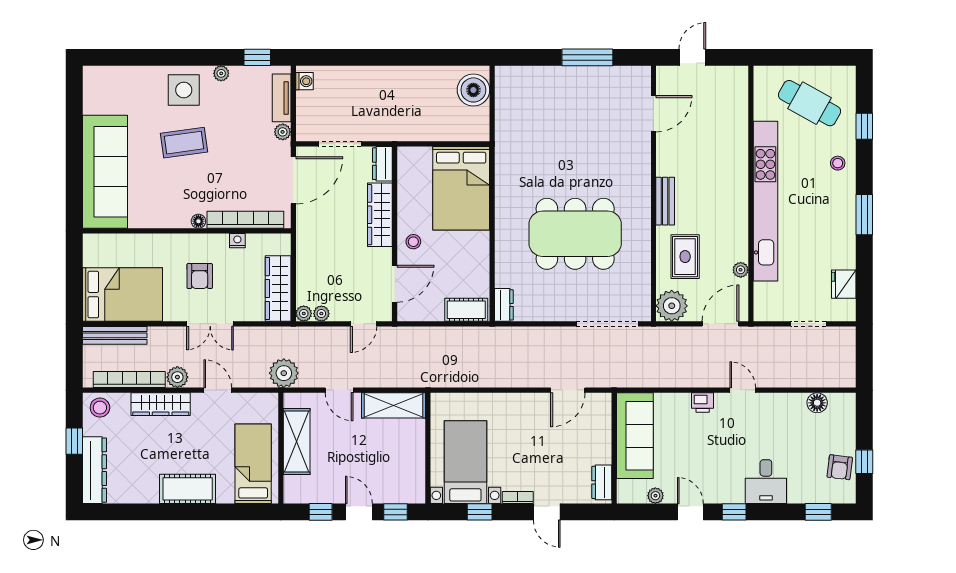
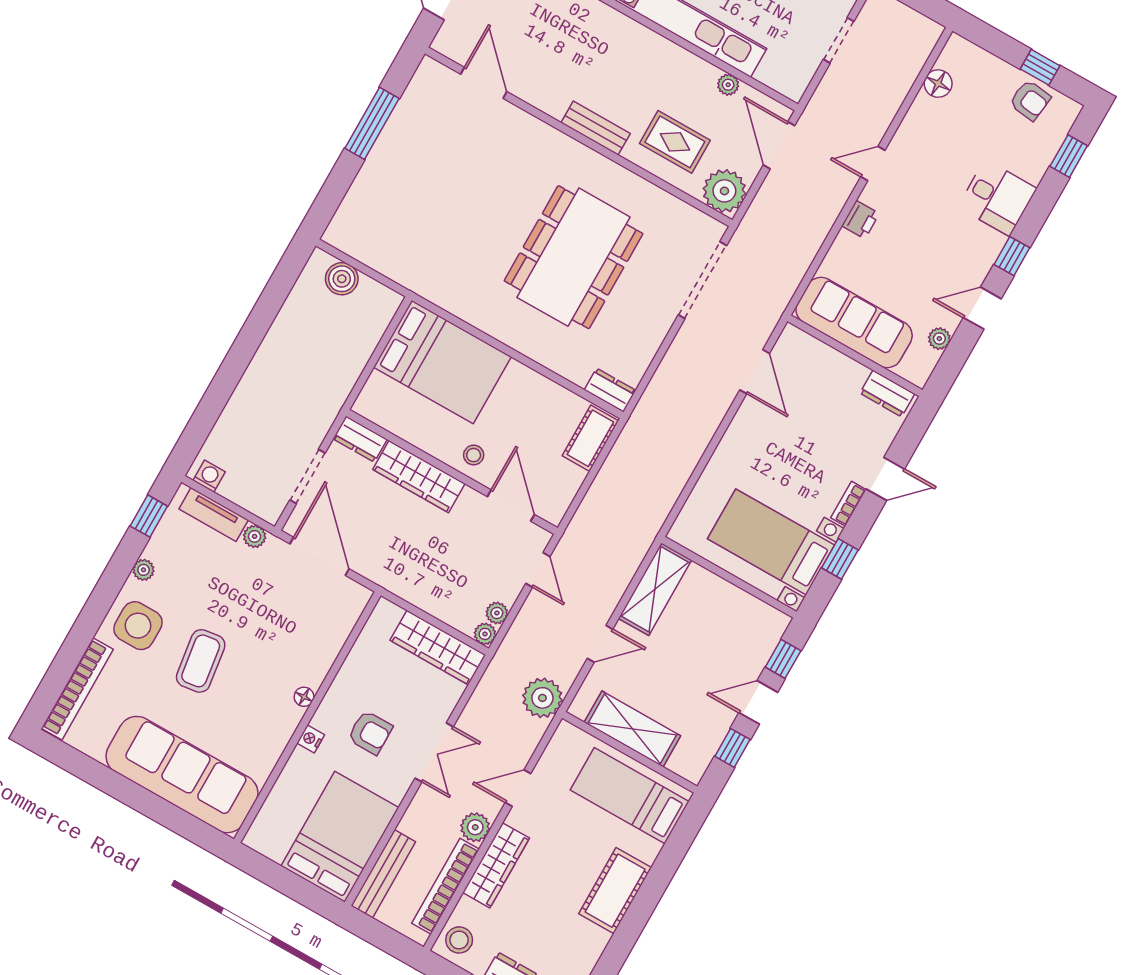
boiler: (473, 90) -> (342, 279), width x0.73, depth x0.73
bookcase: (245, 220) -> (77, 689), moved, turned 180
nightstand: (237, 241) -> (311, 739), moved

